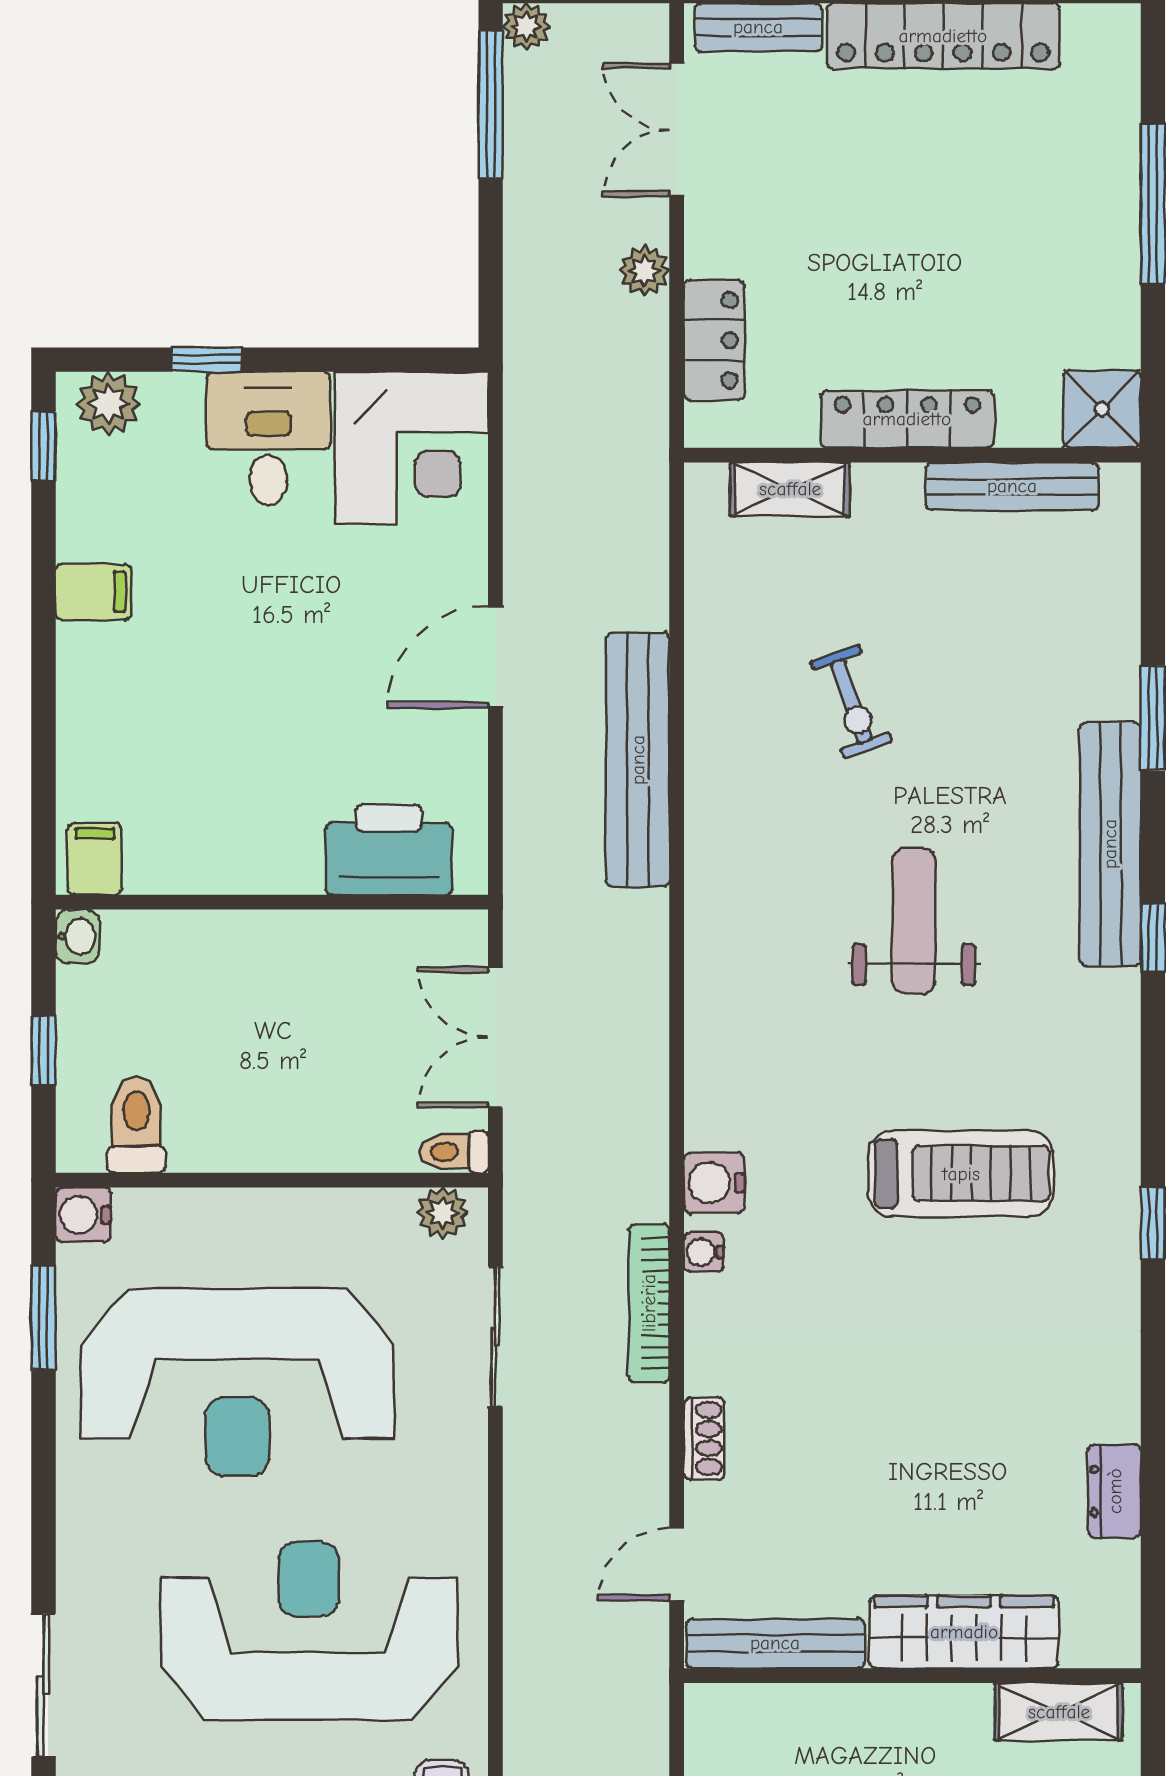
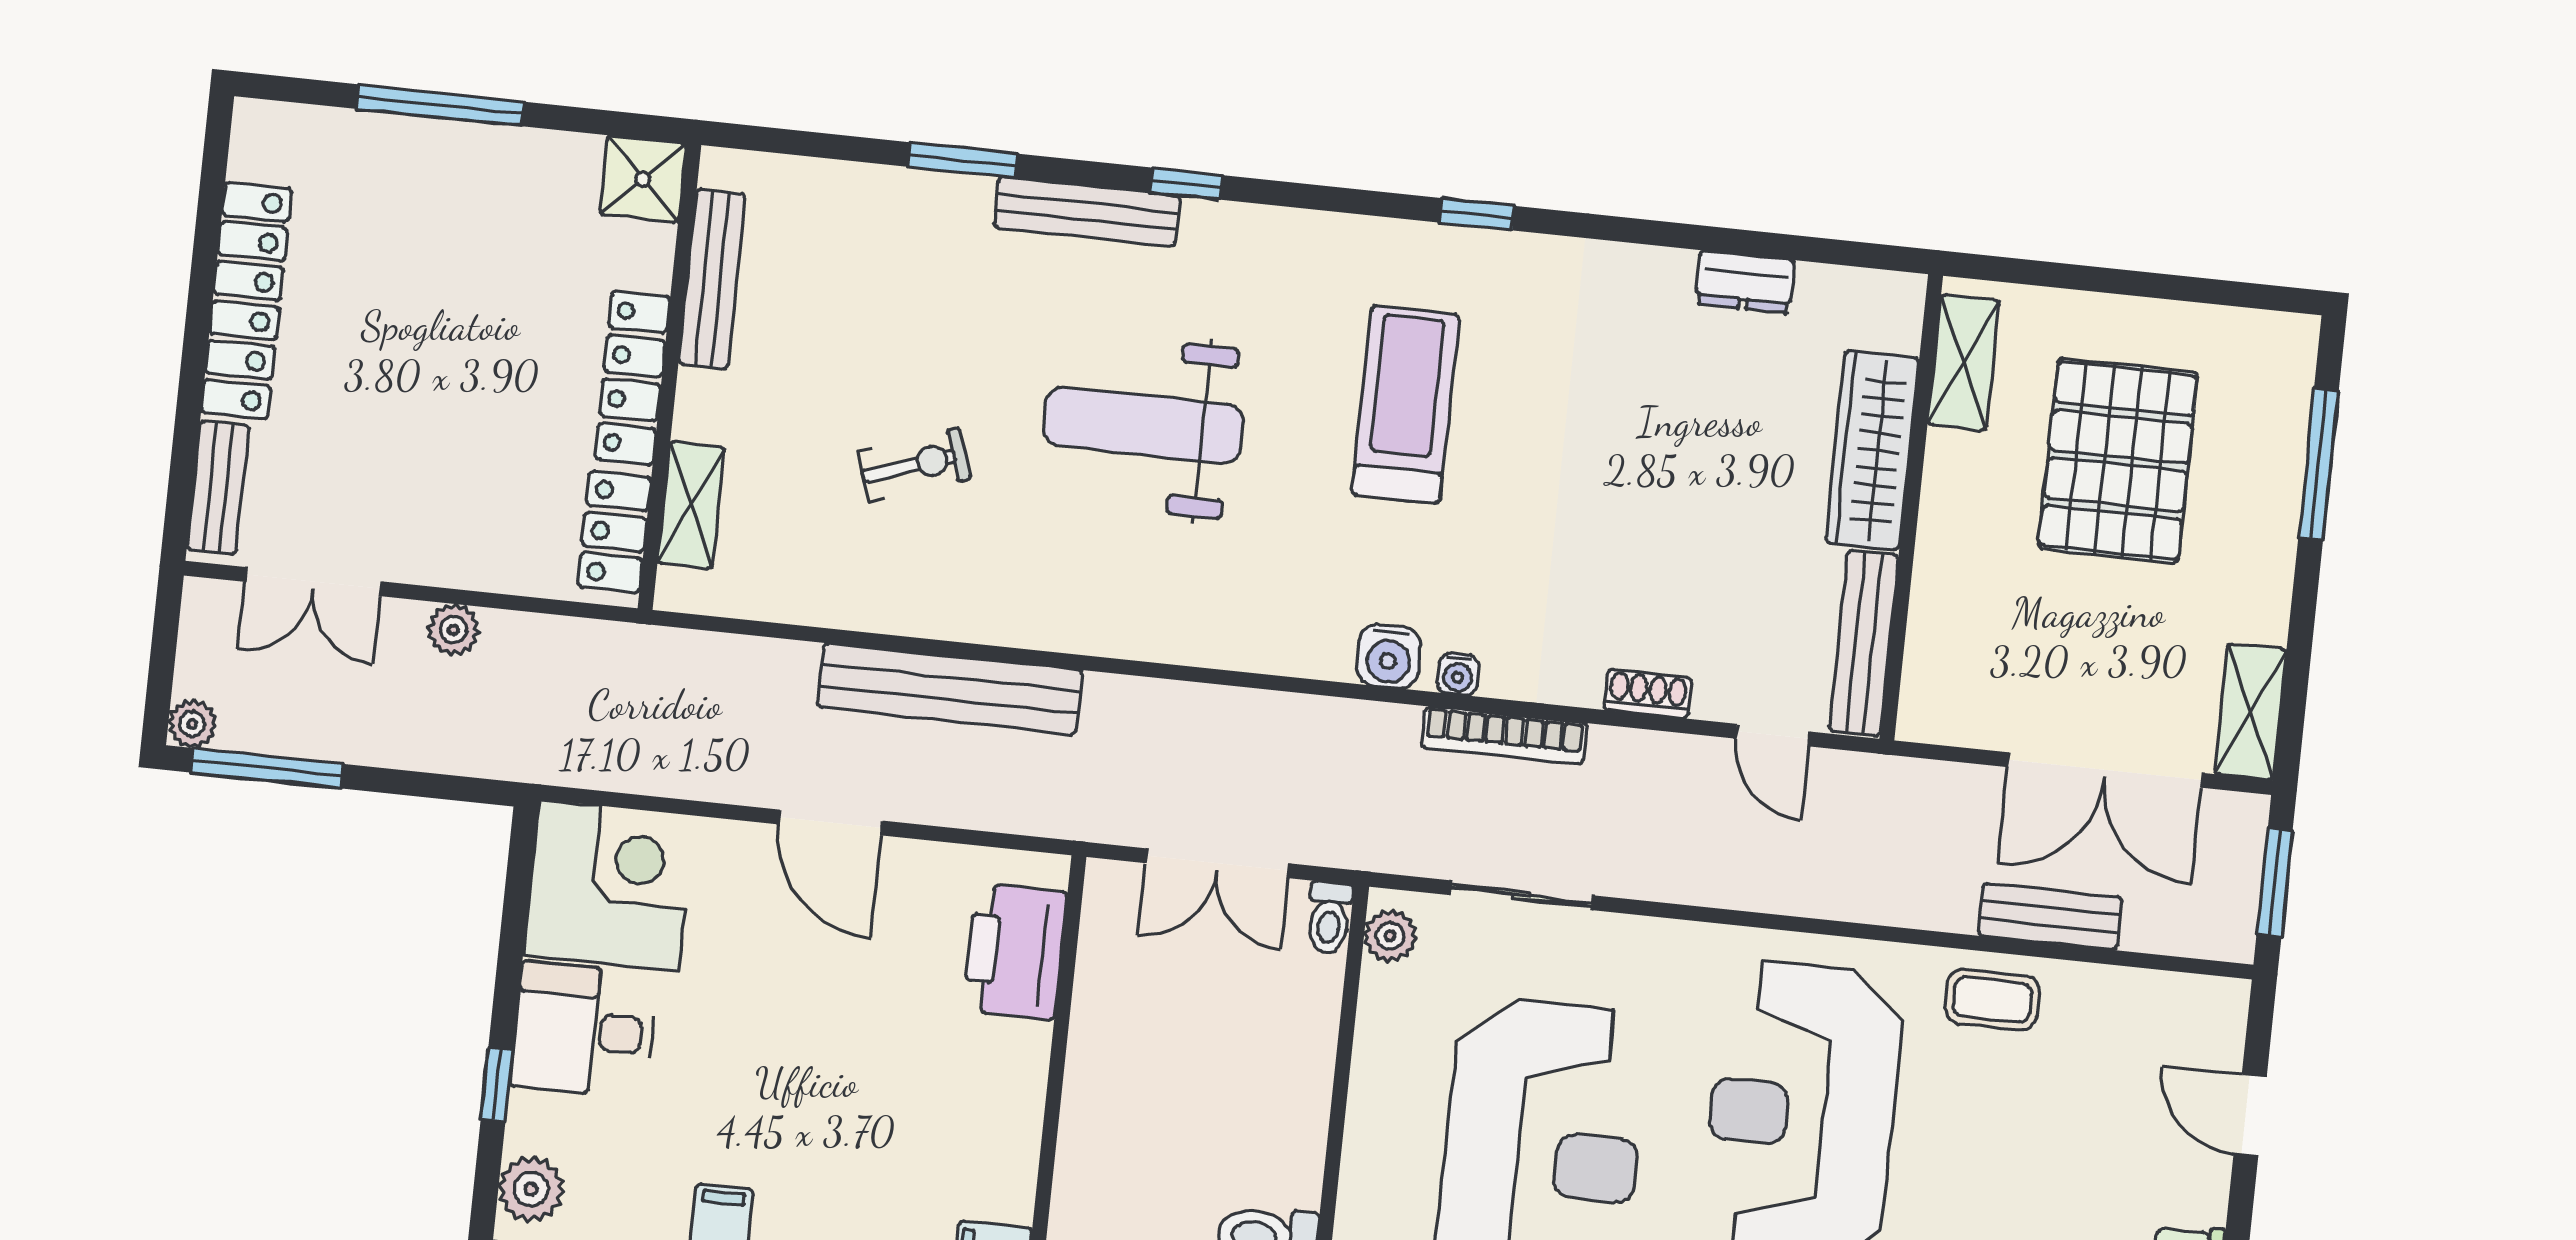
locker: (714, 340) -> (614, 532), moved, turned -90
bench: (1110, 844) -> (1087, 211), width x0.73, depth x0.82
weight bench: (914, 921) -> (1143, 425), width x1.36, depth x1.33

